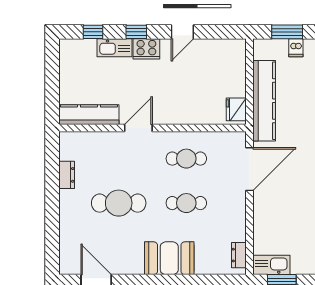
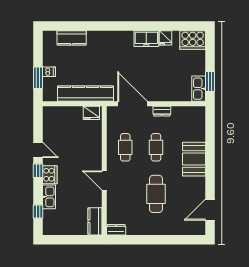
window: (136, 32) -> (38, 171), moved
kitchen counter: (89, 115) -> (95, 221), width x0.67
dresser: (67, 175) -> (116, 230), moved
dresser: (239, 255) -> (162, 111), moved

